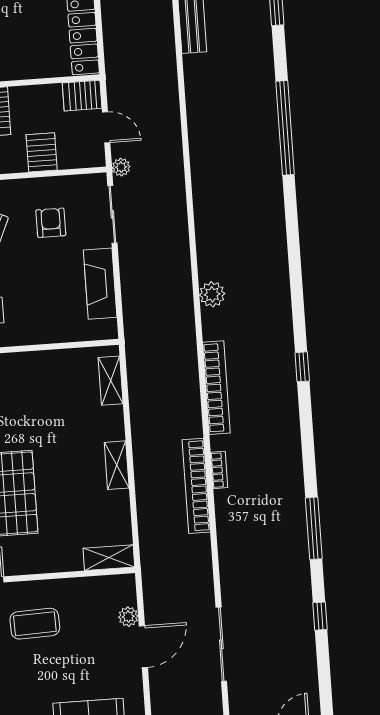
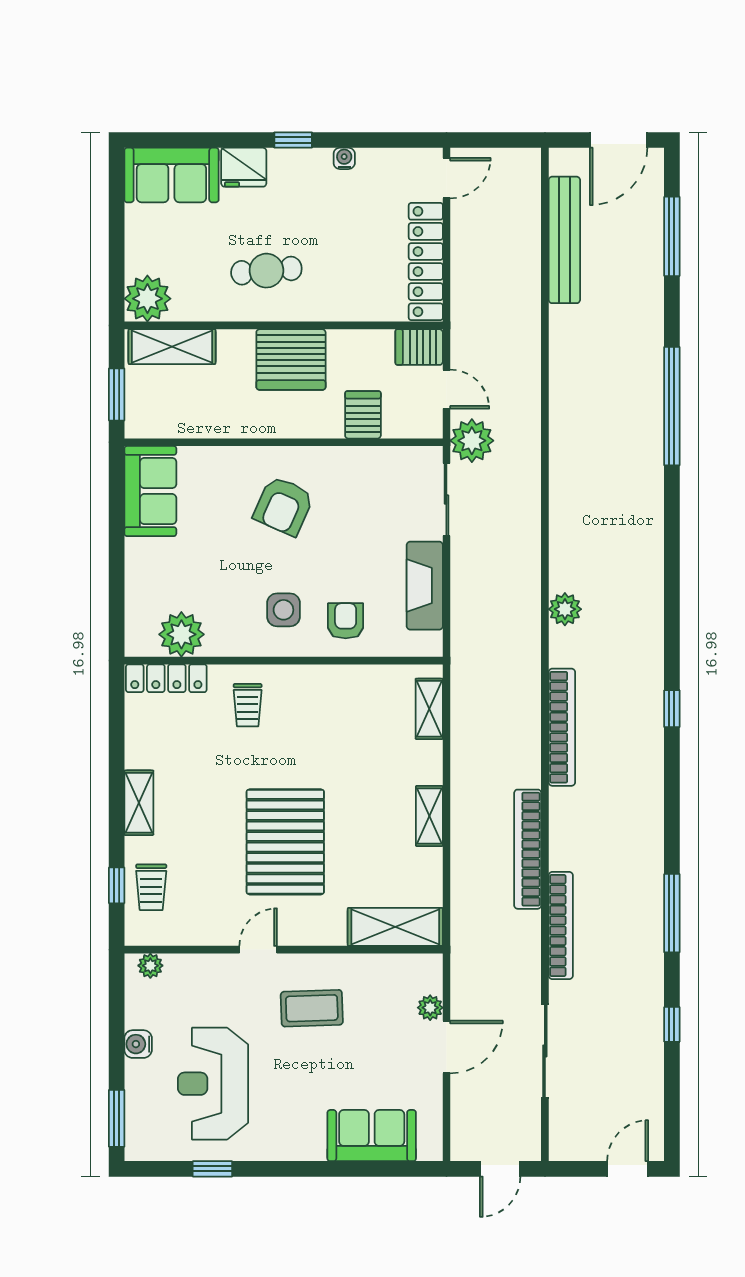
plant: (121, 167) -> (472, 441), width x1.87, depth x1.87
armchair: (51, 223) -> (346, 621), moved
bookcase: (219, 470) -> (561, 925), moved, width x2.31, depth x1.31
shelving: (109, 558) -> (395, 927), width x1.50, depth x1.33

